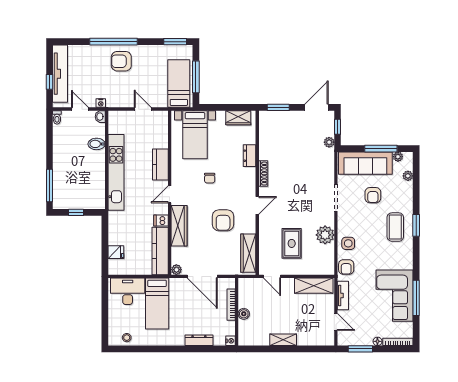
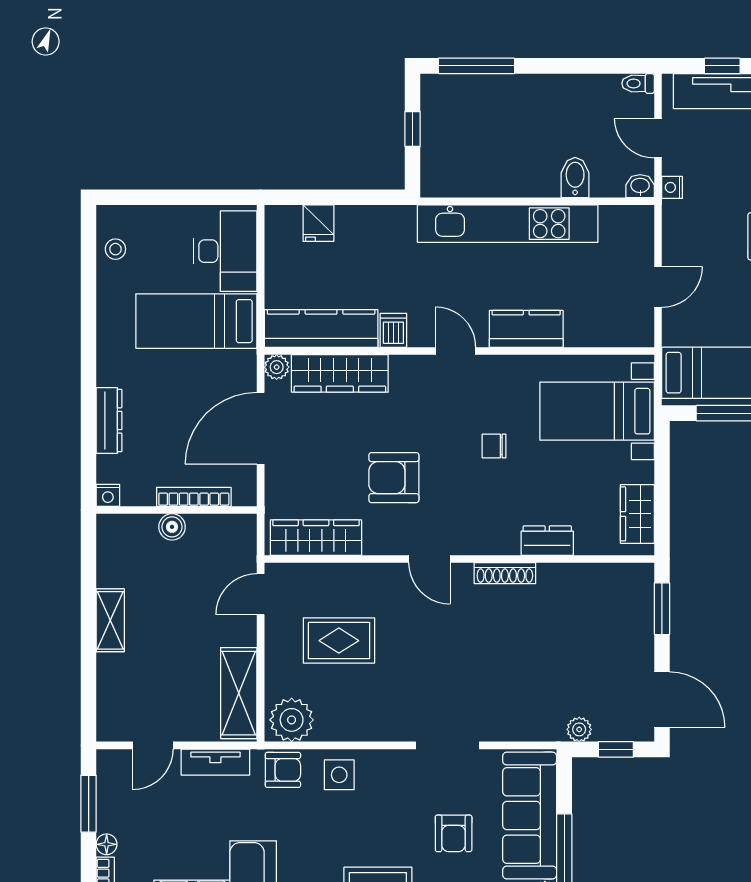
door: (80, 109) -> (658, 138), swing flipped
armchair: (373, 195) -> (454, 833), turned -90
wardrobe: (179, 226) -> (340, 373), moved
plant: (325, 235) -> (292, 720), moved
armchair: (346, 267) -> (283, 770), turned 180

